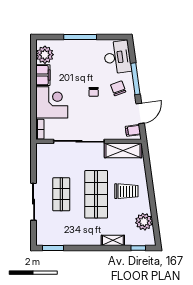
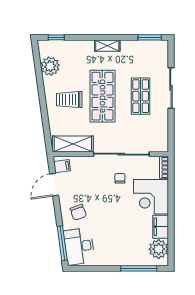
window: (80, 37) -> (139, 268), moved
window: (135, 79) -> (62, 243), moved
chair: (94, 92) -> (120, 178), moved
shelving: (113, 240) -> (107, 46), moved

